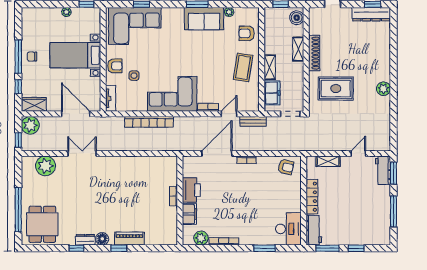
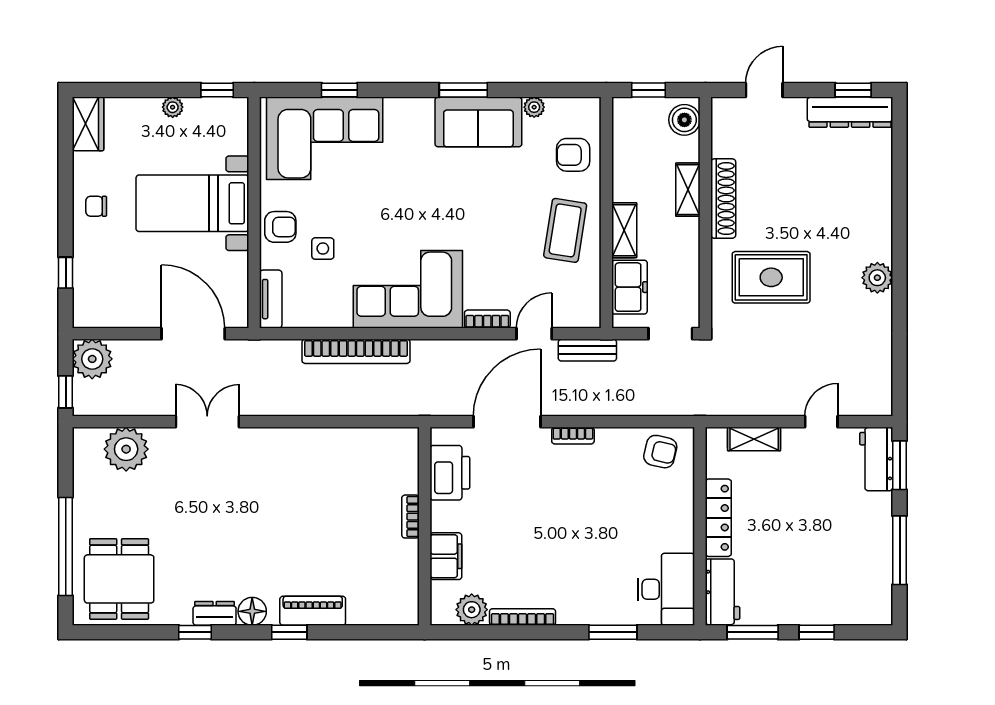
window: (18, 57) -> (66, 206), removed
wardrobe: (34, 104) -> (88, 124), moved, turned 90
printer: (191, 190) -> (450, 473), moved

